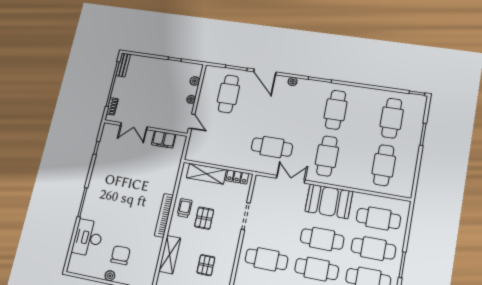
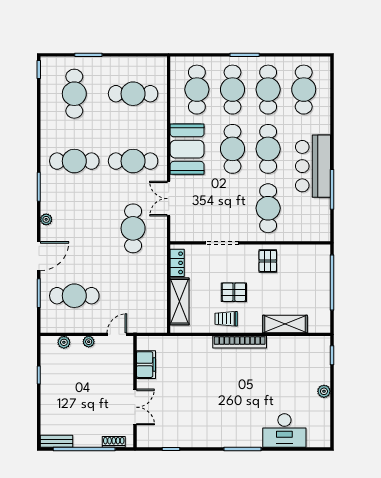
cafe table: (392, 118) -> (74, 94), turned 90
chair: (120, 255) -> (297, 384), removed
pallet: (206, 265) -> (268, 261), moved, turned 90

